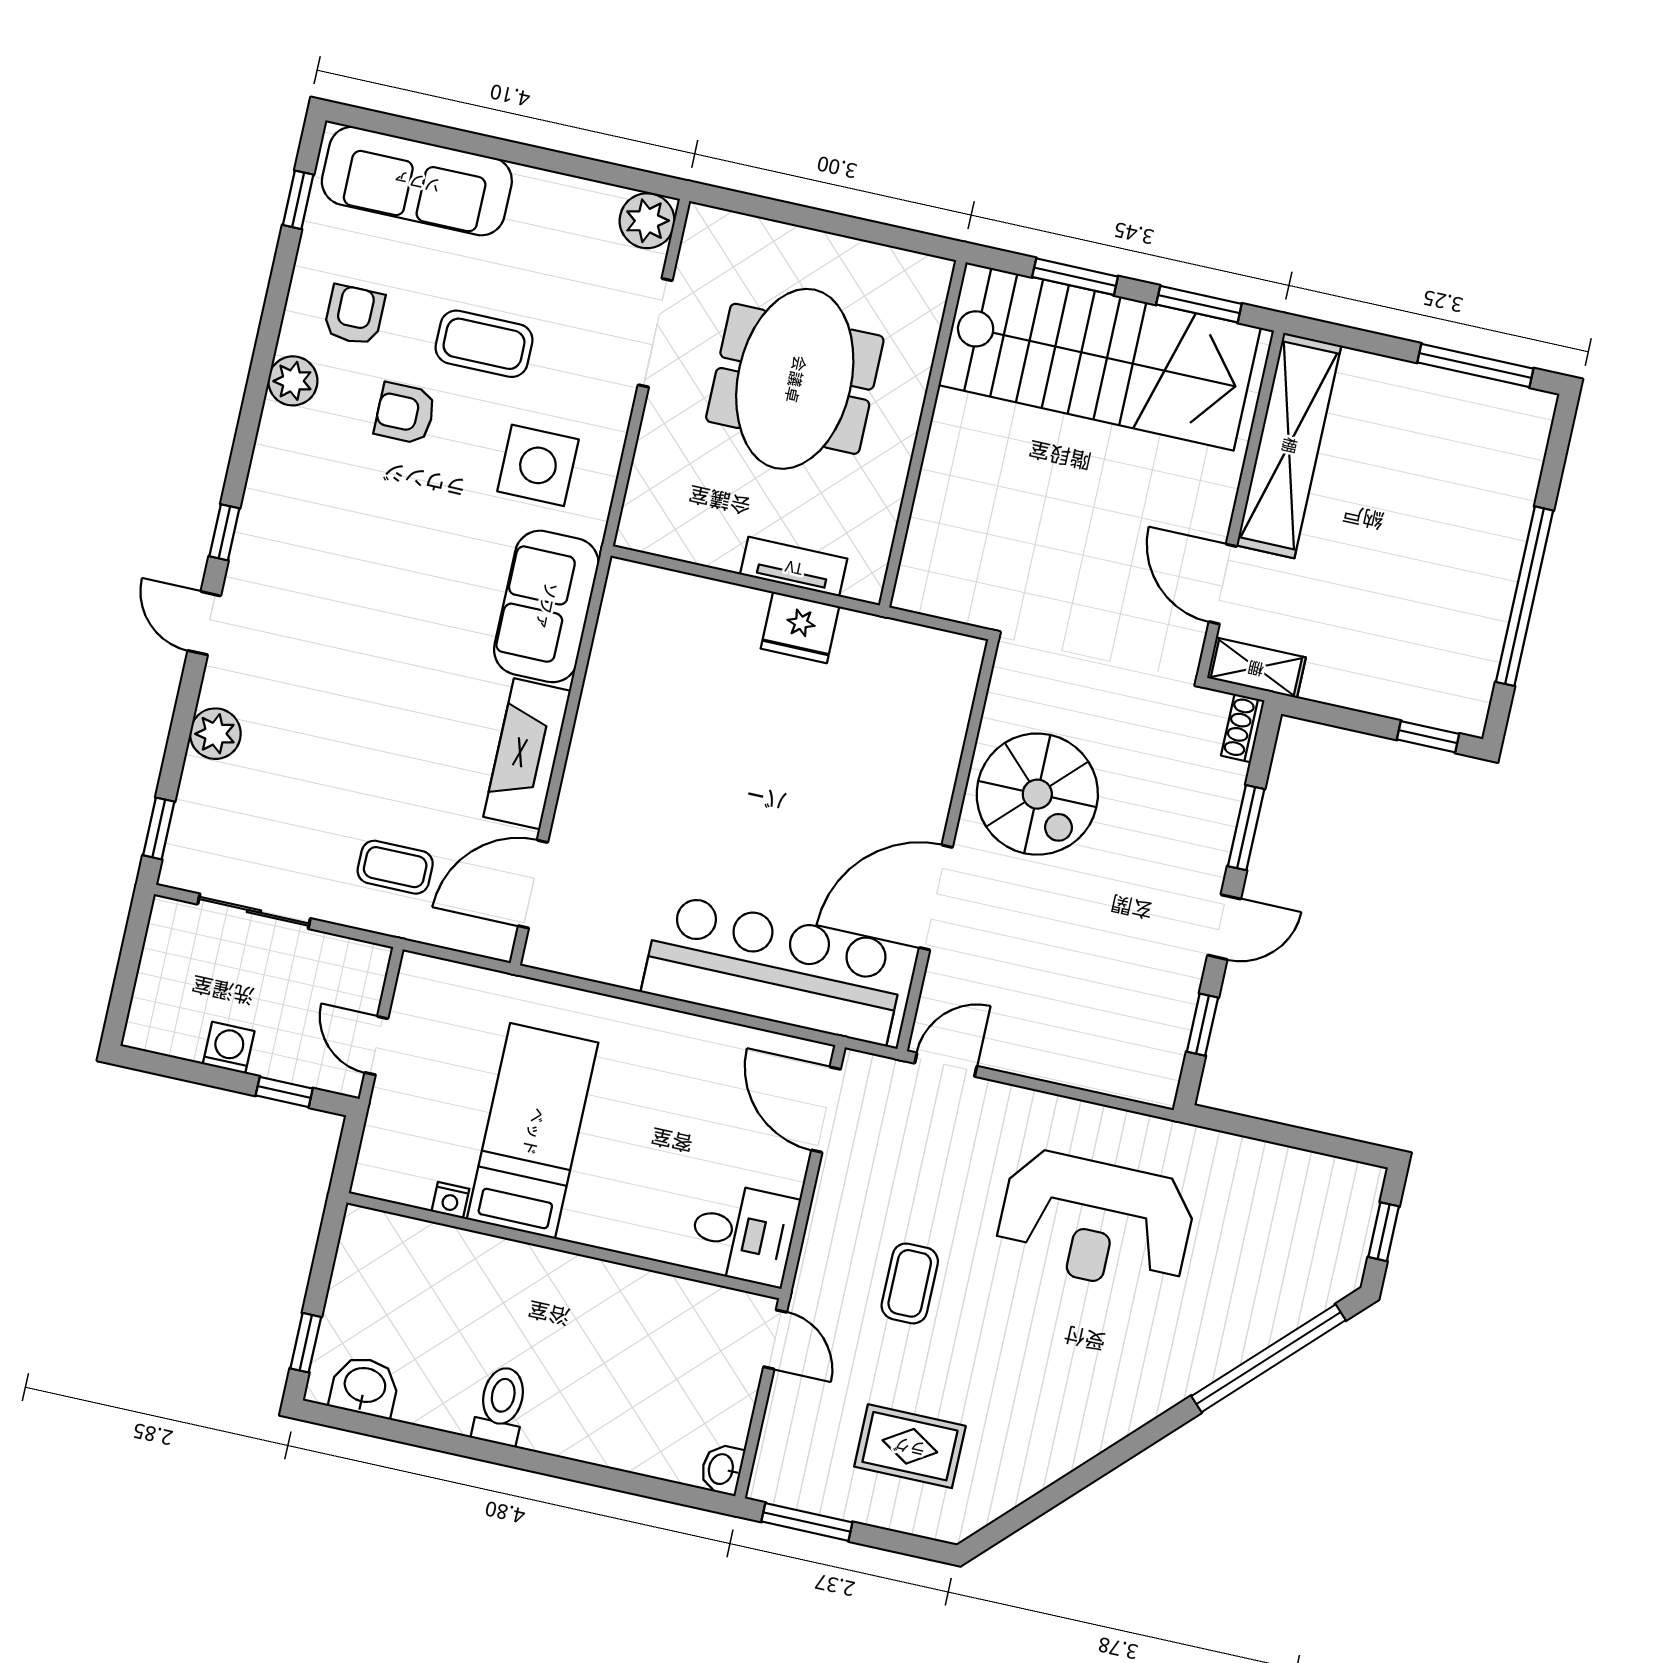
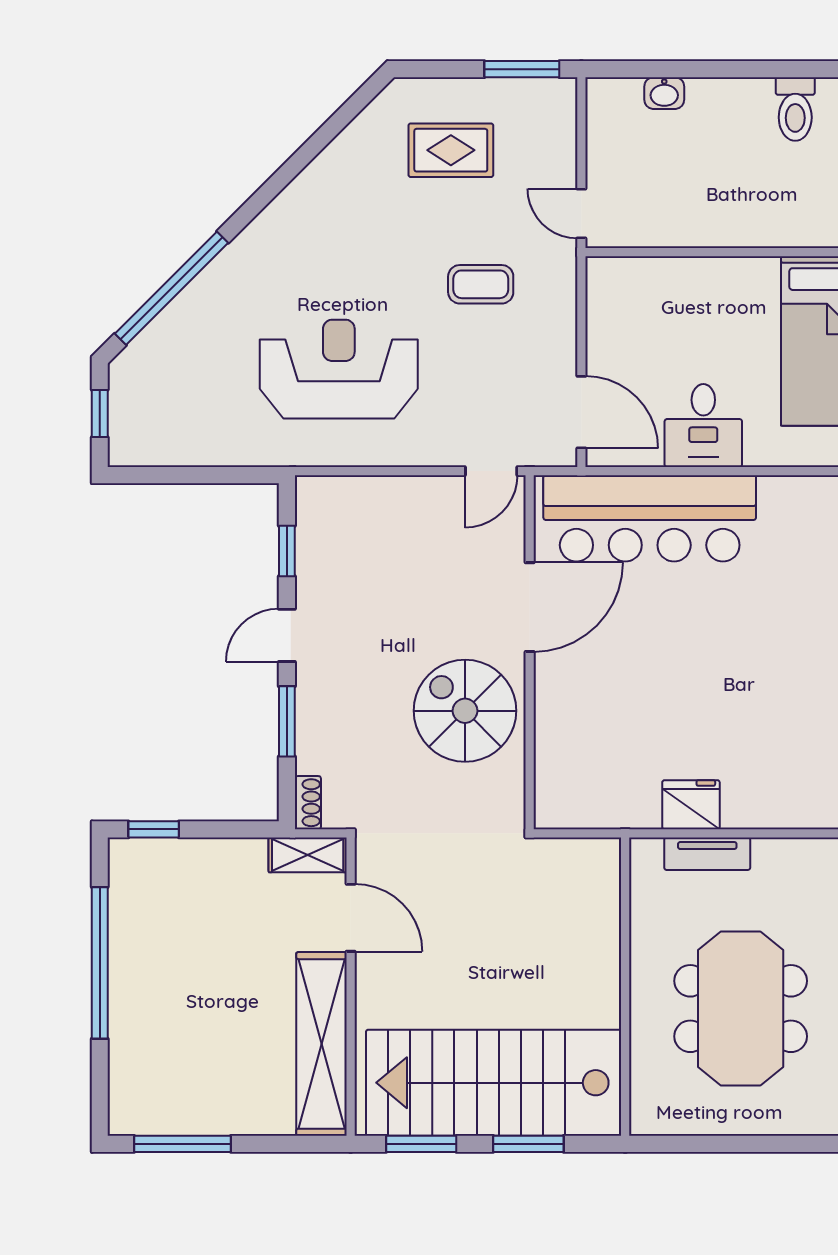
desk: (743, 1234) -> (703, 426), moved, turned -90
coffee table: (910, 1283) -> (481, 284), turned 90
washbasin: (722, 1469) -> (664, 93), moved, turned 90

